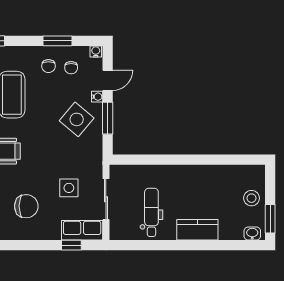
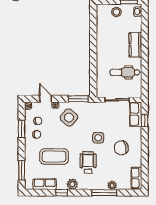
window: (108, 118) -> (78, 99), moved
side table: (69, 188) -> (98, 138), moved
chair: (26, 206) -> (121, 148), turned -106

